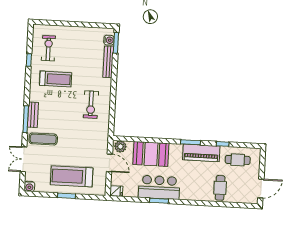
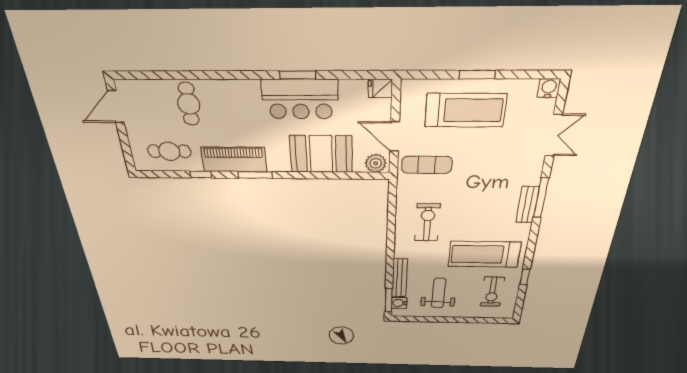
weight bench: (83, 48) -> (439, 293), added
treadmill: (56, 79) -> (484, 254), width x1.37, depth x1.37
exercise mat: (43, 139) -> (427, 165), moved

